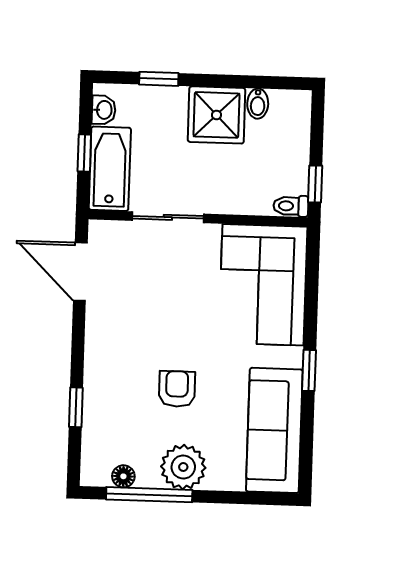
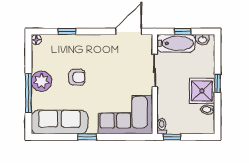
window: (159, 79) -> (218, 83), moved
floor lamp: (123, 476) -> (36, 40), moved
window: (149, 495) -> (28, 93), moved

